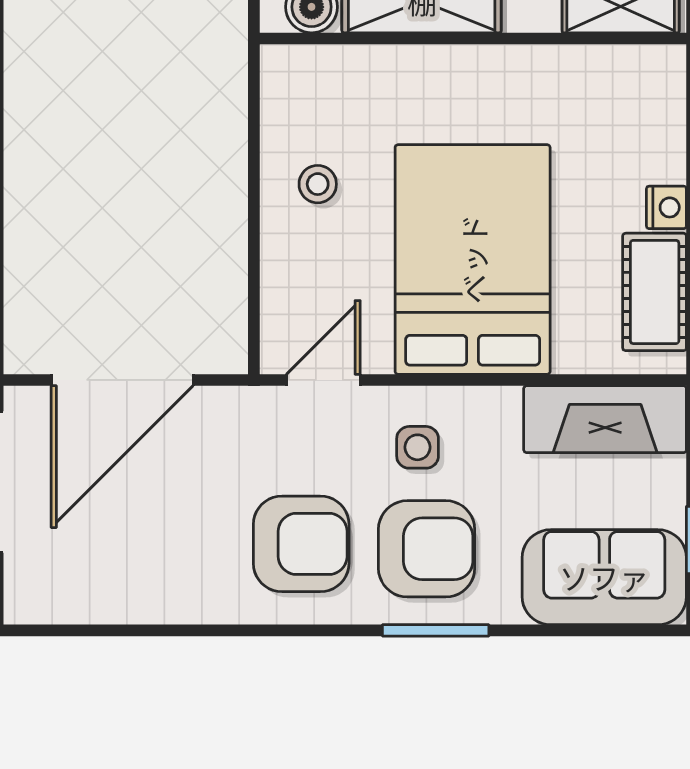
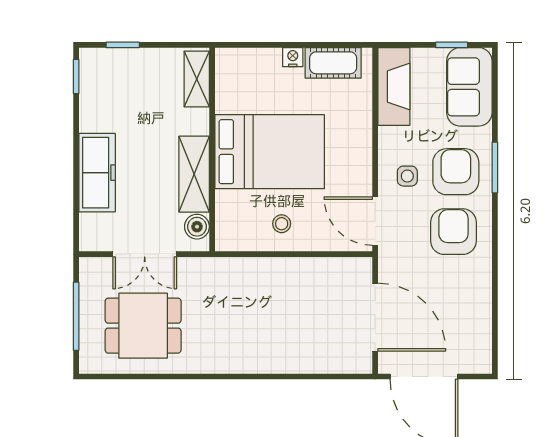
bed: (473, 259) -> (270, 152), moved, turned 180
door: (323, 380) -> (375, 221), width x1.38

